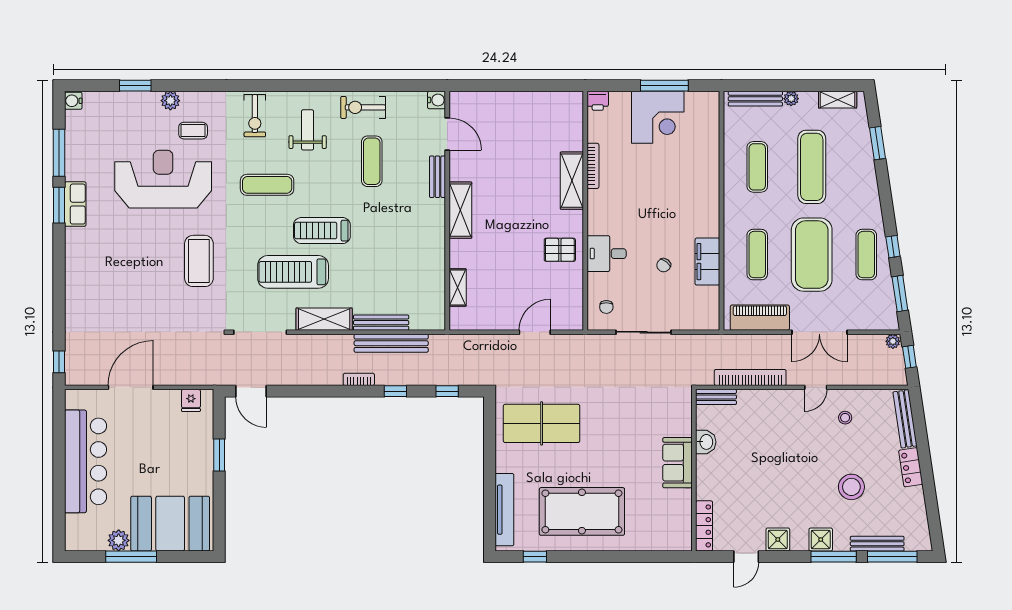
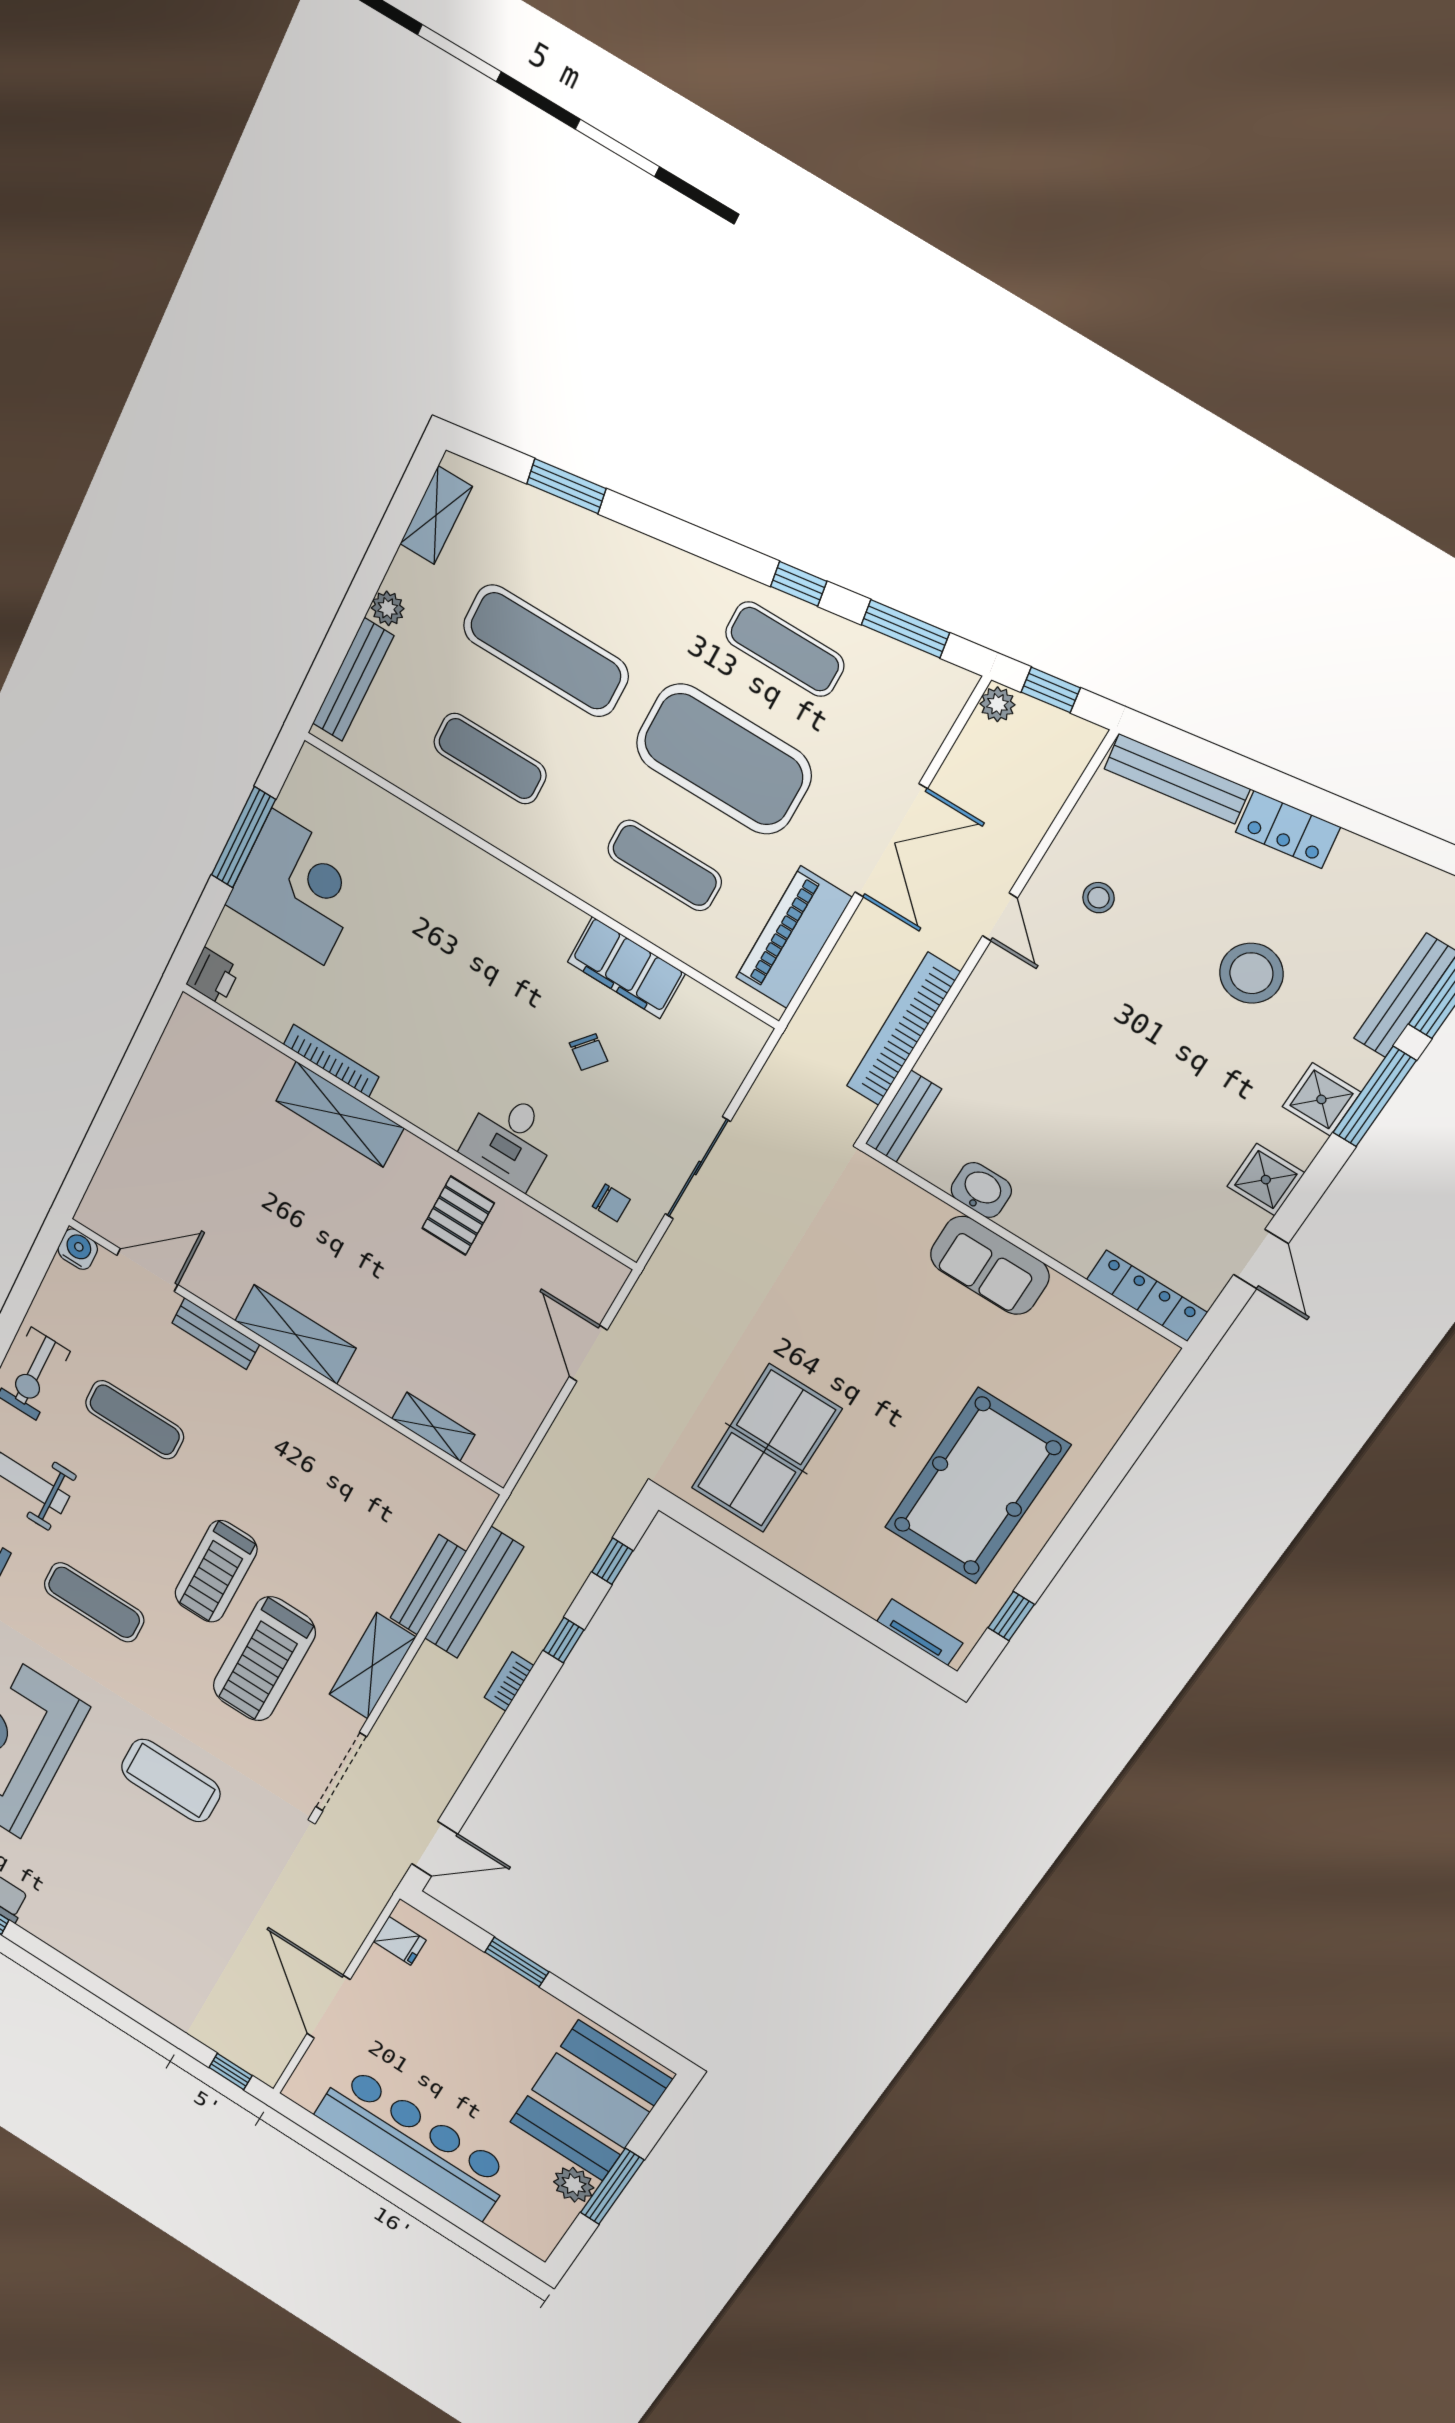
exercise mat: (267, 185) -> (94, 1602), turned 90
tv unit: (504, 510) -> (920, 1632), width x0.52, depth x0.78

